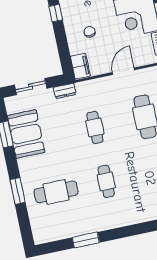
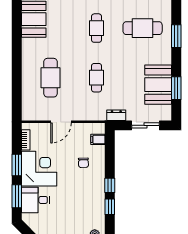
filing cabinet: (80, 66) -> (98, 139), width x0.50

